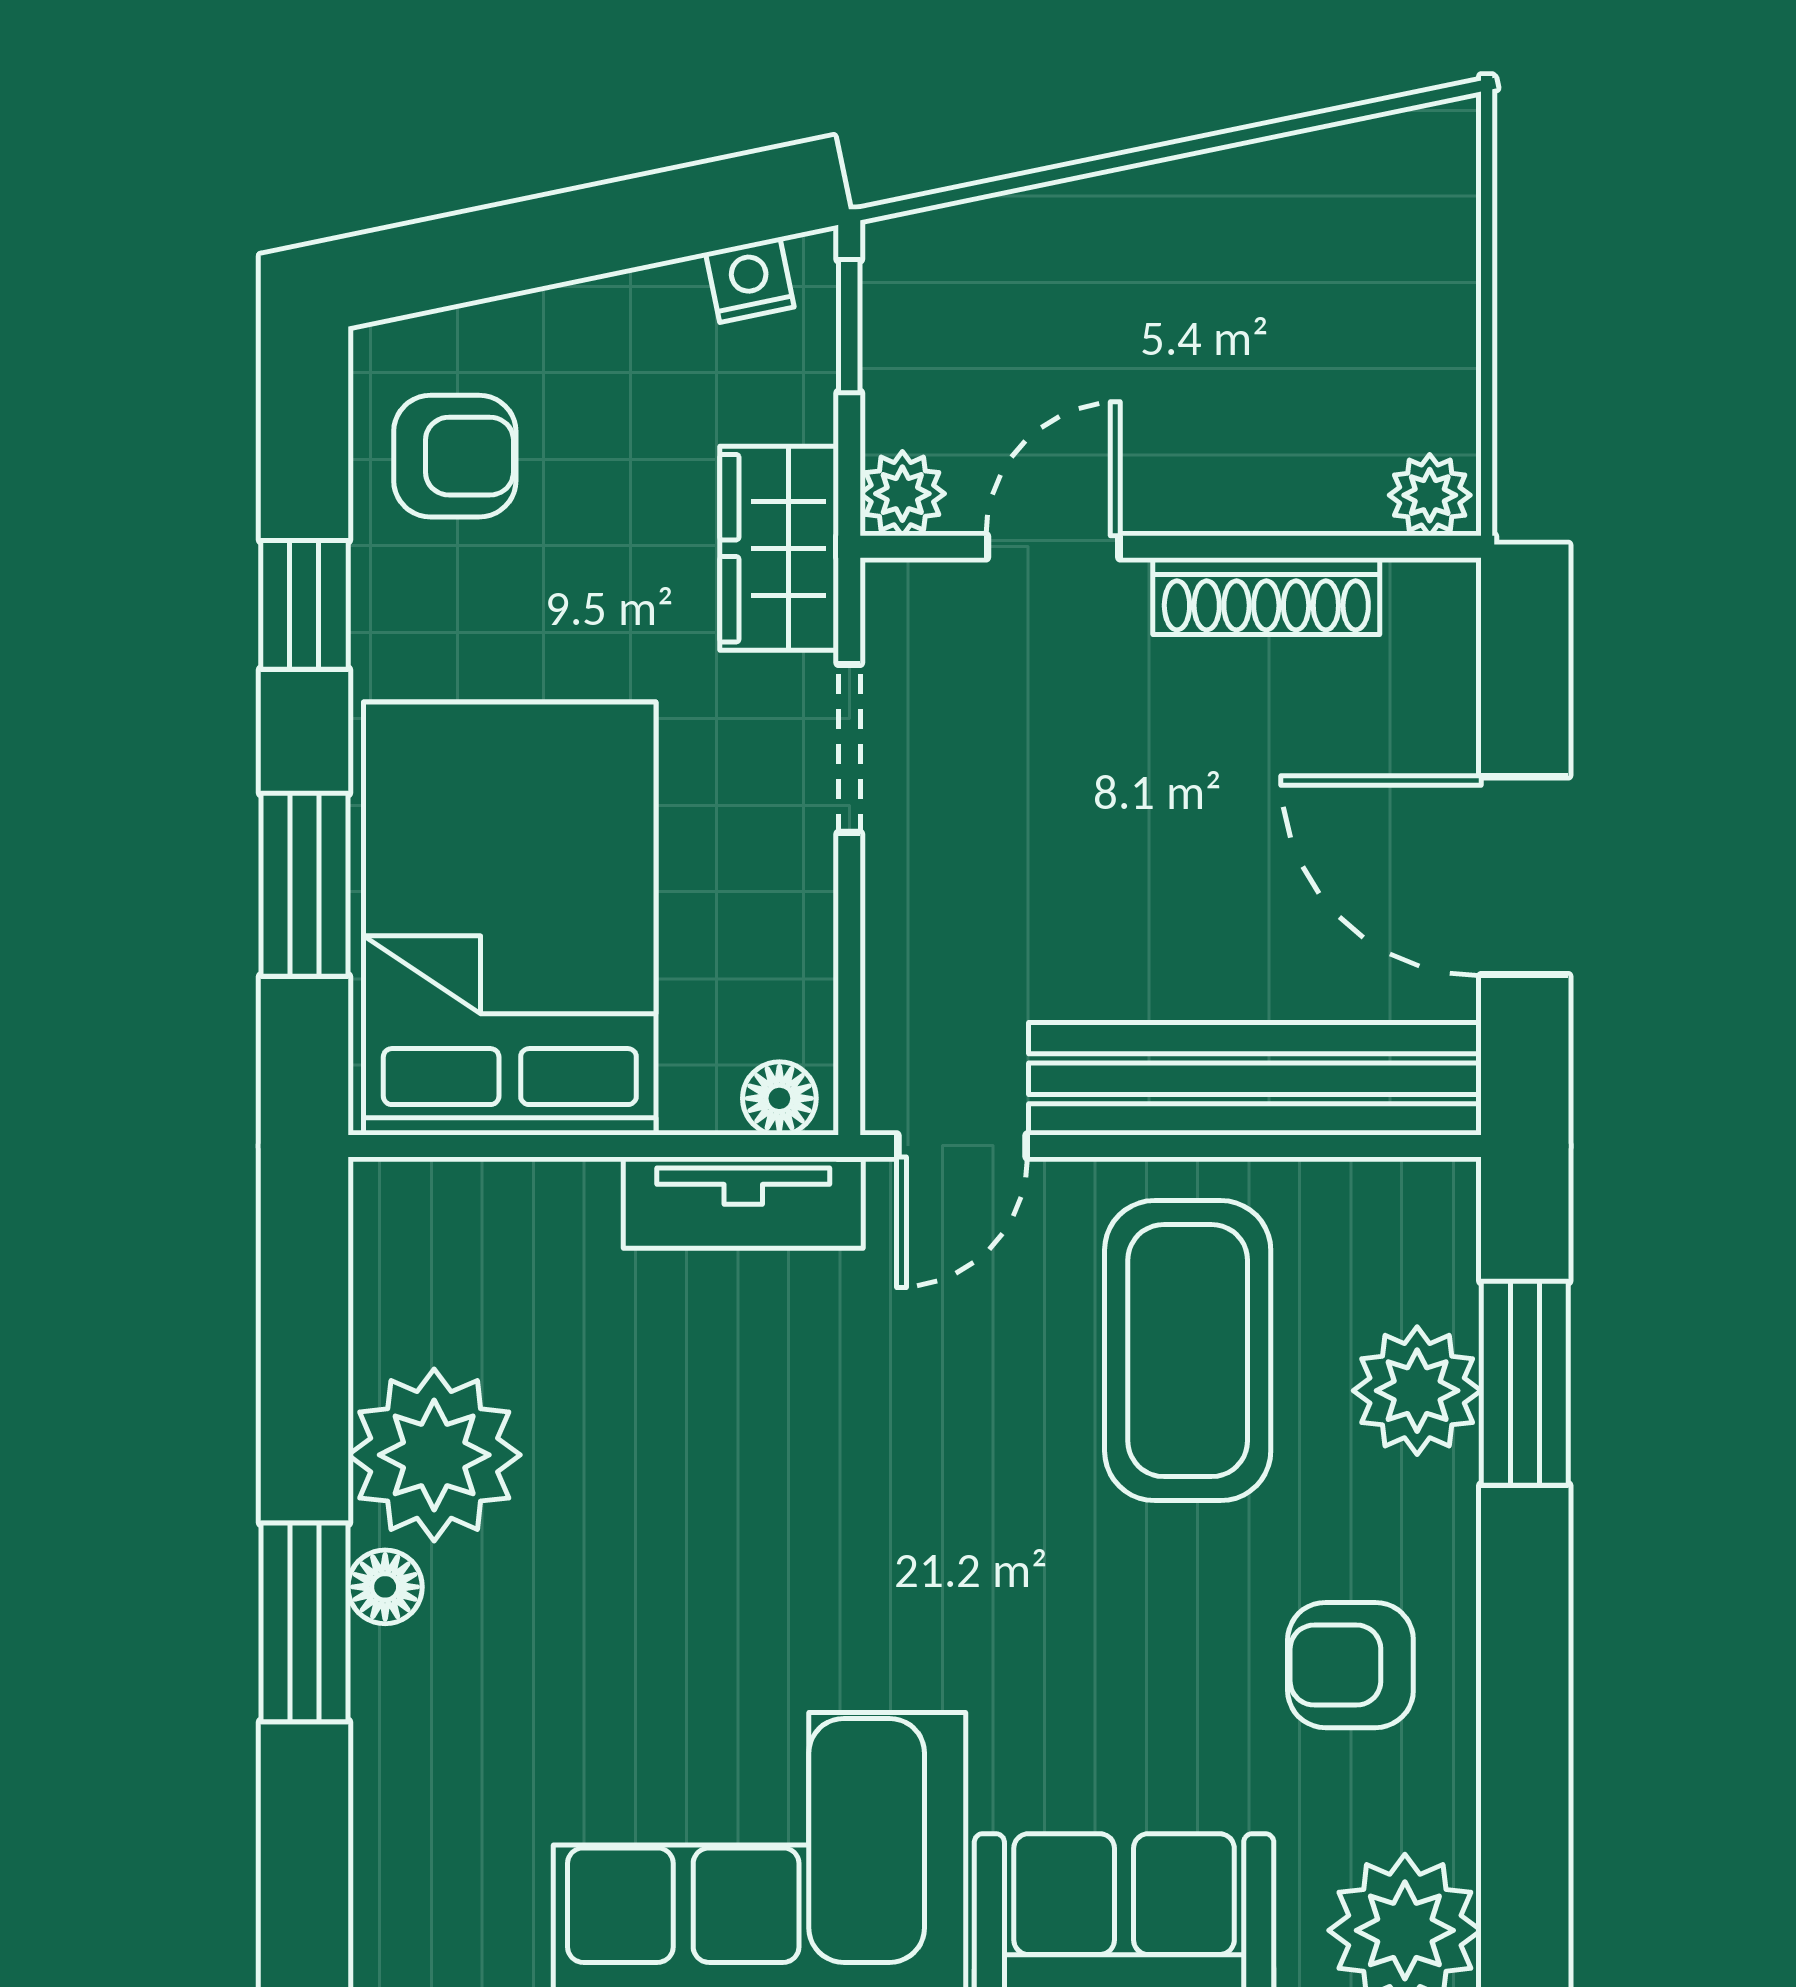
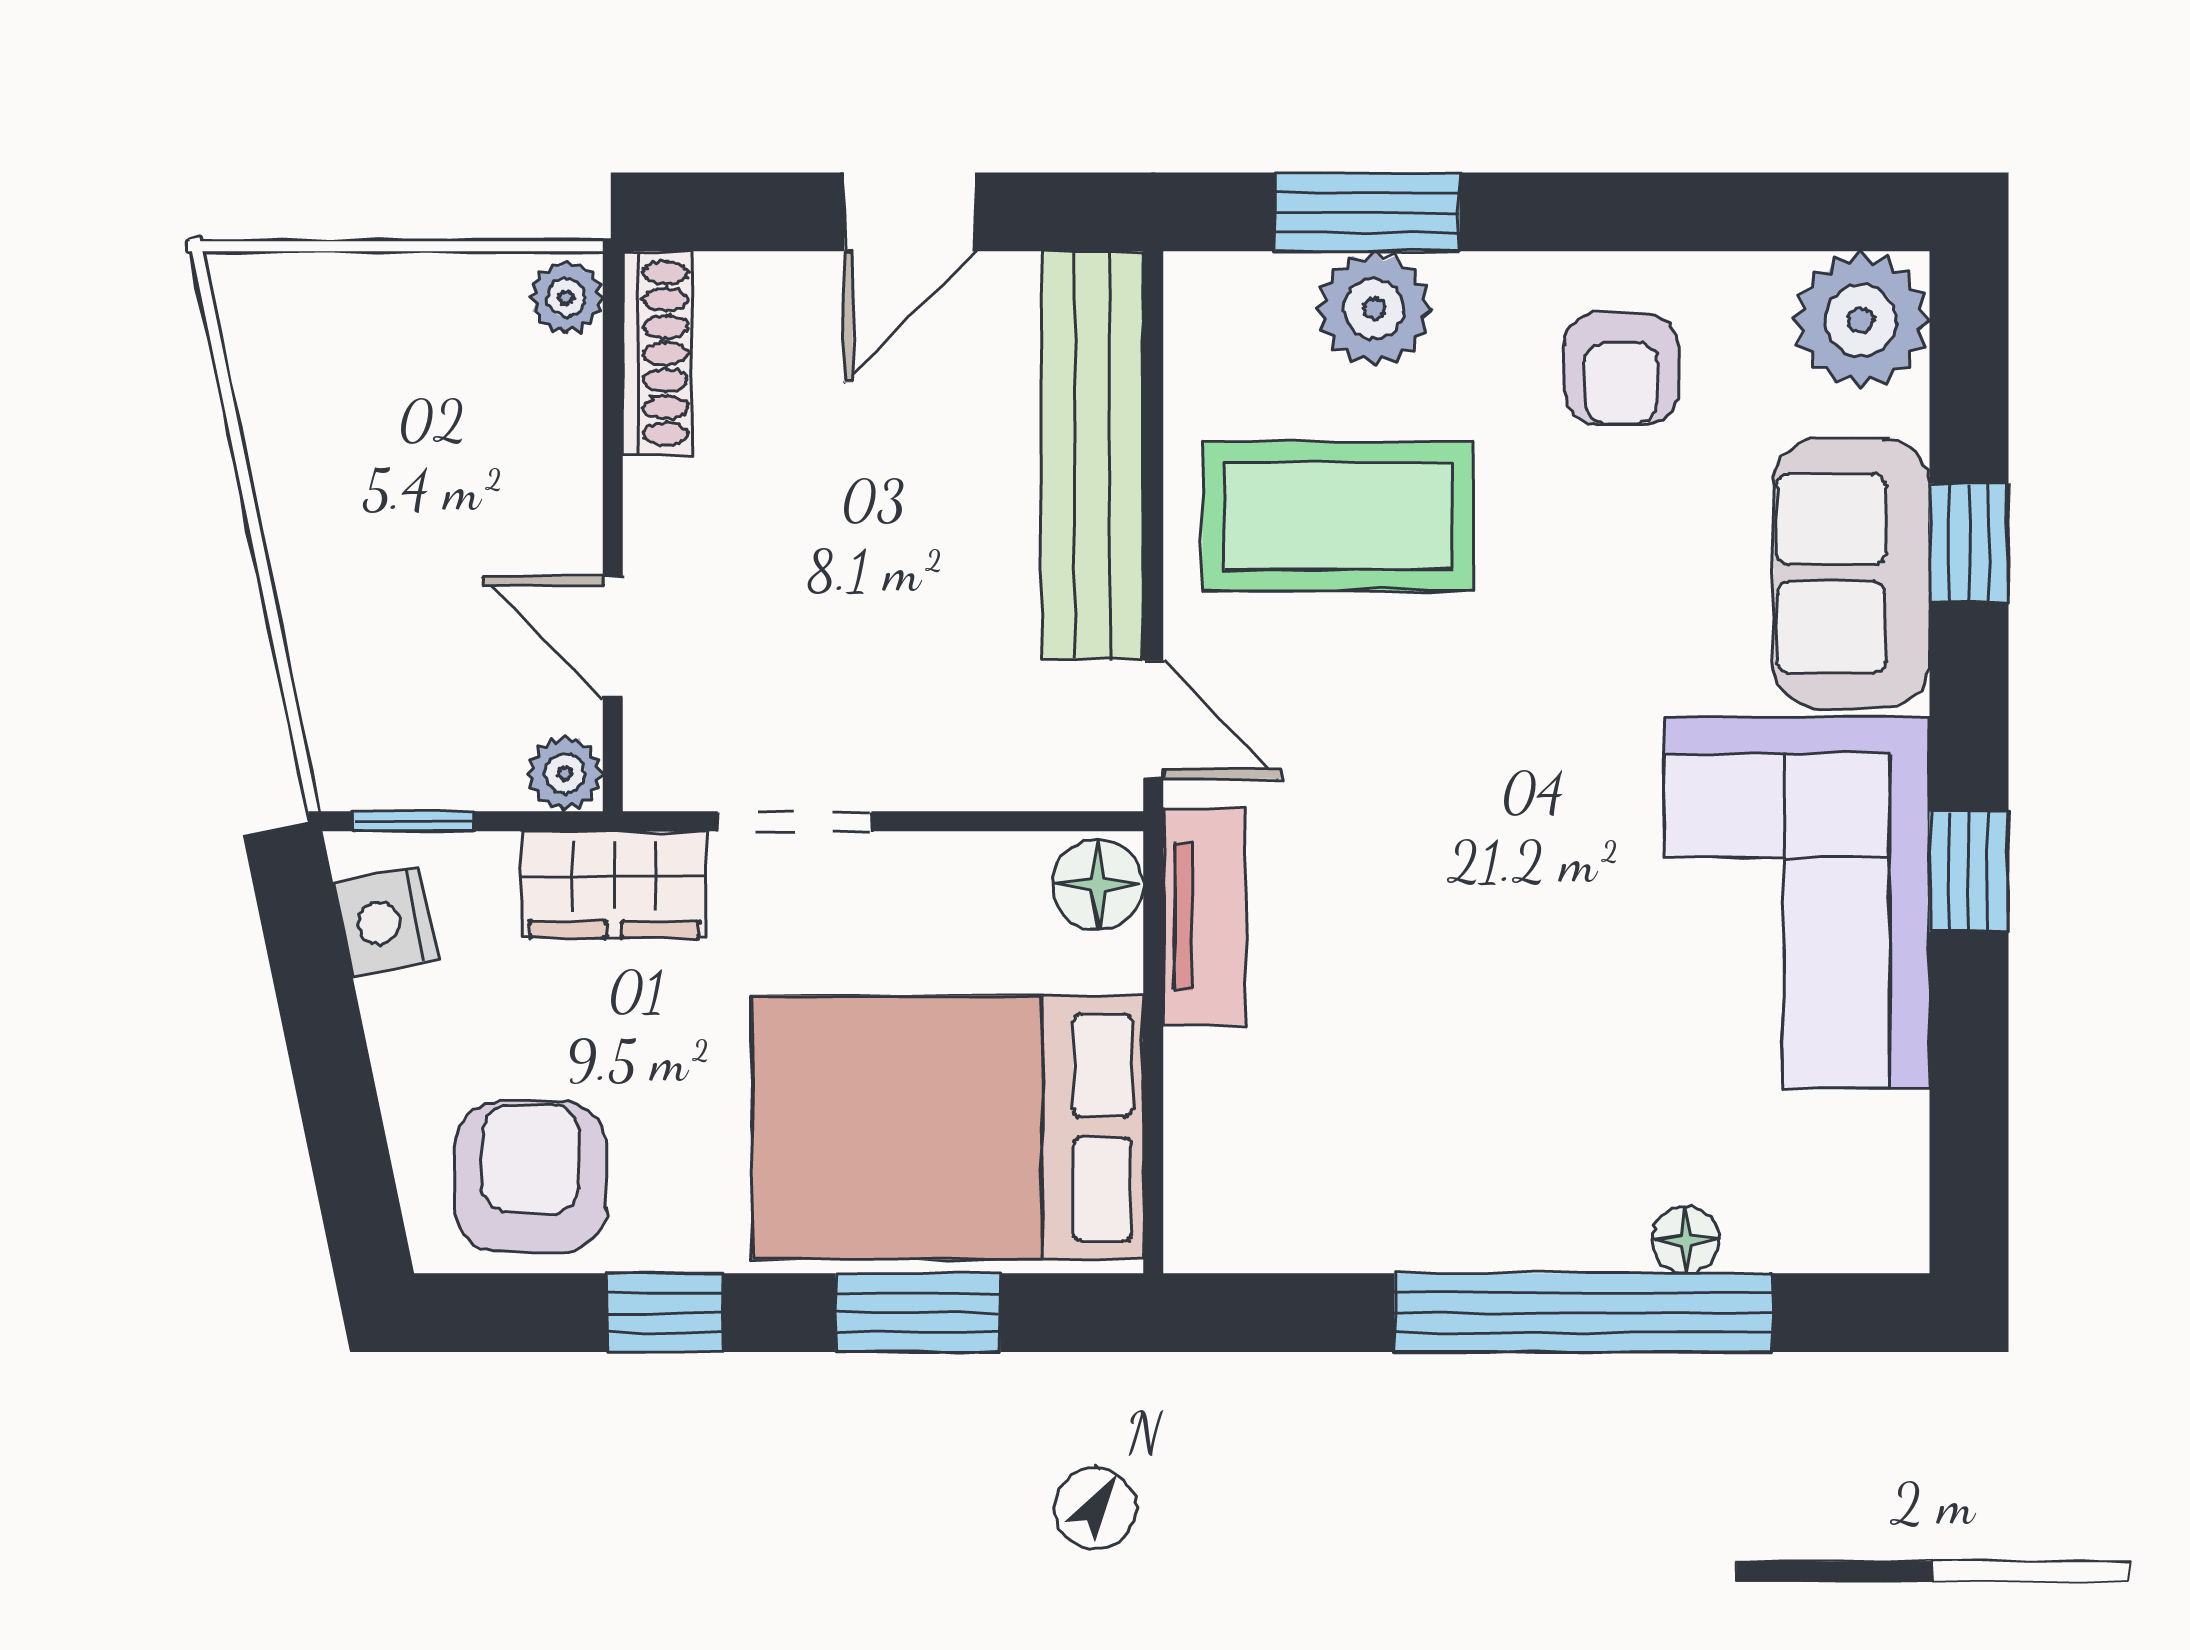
nightstand: (750, 280) -> (386, 922), width x1.39, depth x1.35
armchair: (455, 456) -> (531, 1177), width x1.38, depth x1.38
shoe rack: (1266, 596) -> (657, 353), moved
door: (1525, 876) -> (910, 212), width x0.73
floor lamp: (779, 1098) -> (1098, 884), width x1.37, depth x1.37
plant: (434, 1455) -> (1432, 1196), removed
floor lamp: (385, 1587) -> (1686, 1240), moved
window: (304, 1622) -> (1583, 1313), width x2.11

